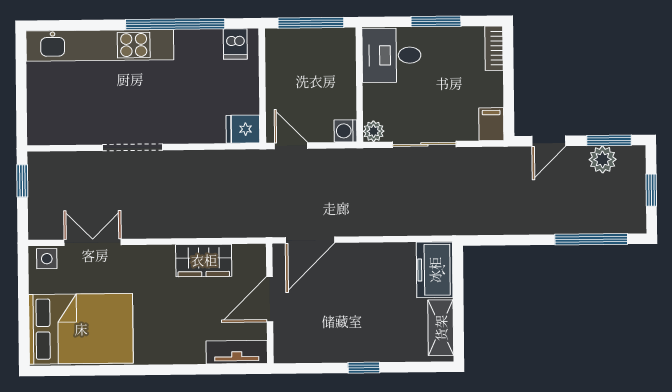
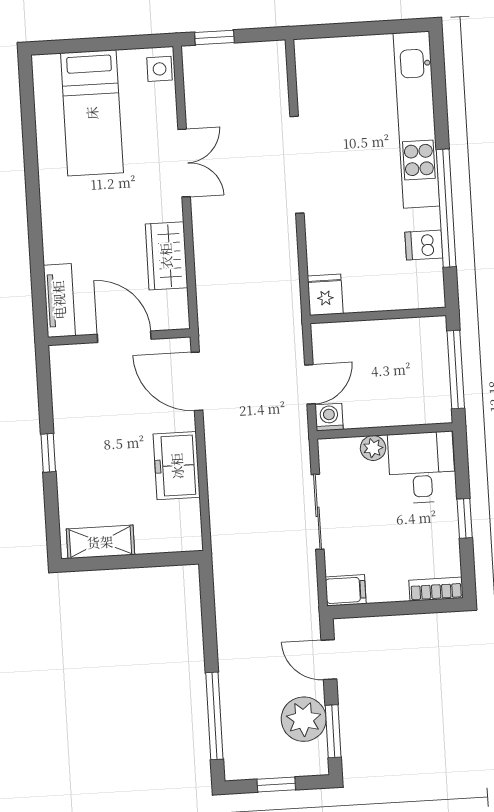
window: (436, 21) -> (465, 518), width x0.67
dishwasher: (235, 44) -> (424, 245), moved
plant: (374, 131) -> (373, 448), moved
door: (291, 146) -> (310, 384), moved
doorway: (133, 147) -> (297, 165), width x1.36
plant: (603, 159) -> (304, 719), width x1.36, depth x1.36
window: (22, 181) -> (214, 37), moved
double door: (93, 242) -> (184, 163), moved
freezer: (435, 270) -> (177, 466), moved, turned -90
bed: (81, 329) -> (92, 113), width x0.67

